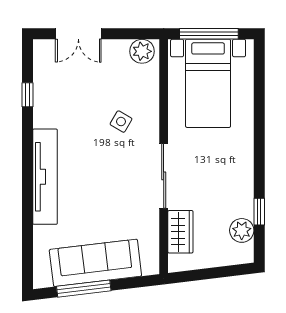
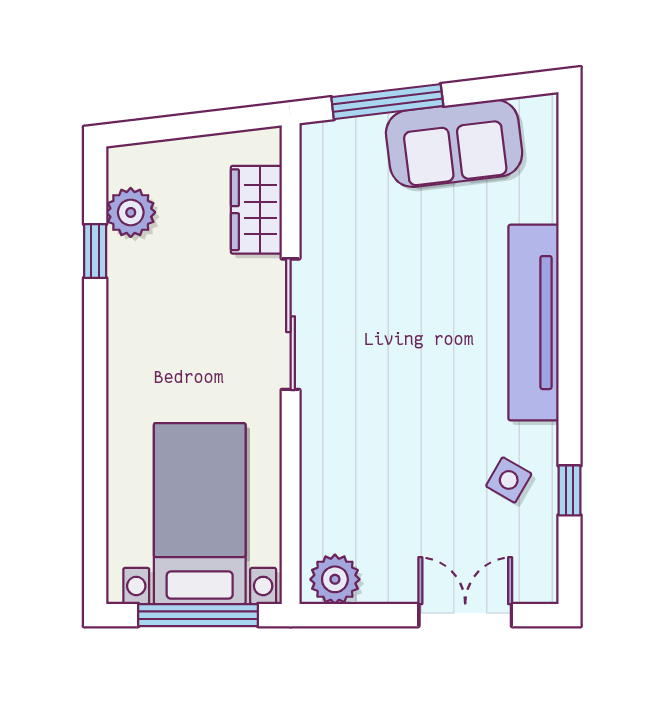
side table: (121, 122) -> (509, 480), moved
sofa: (95, 263) -> (454, 143), width x0.73
window: (84, 289) -> (387, 102), moved

